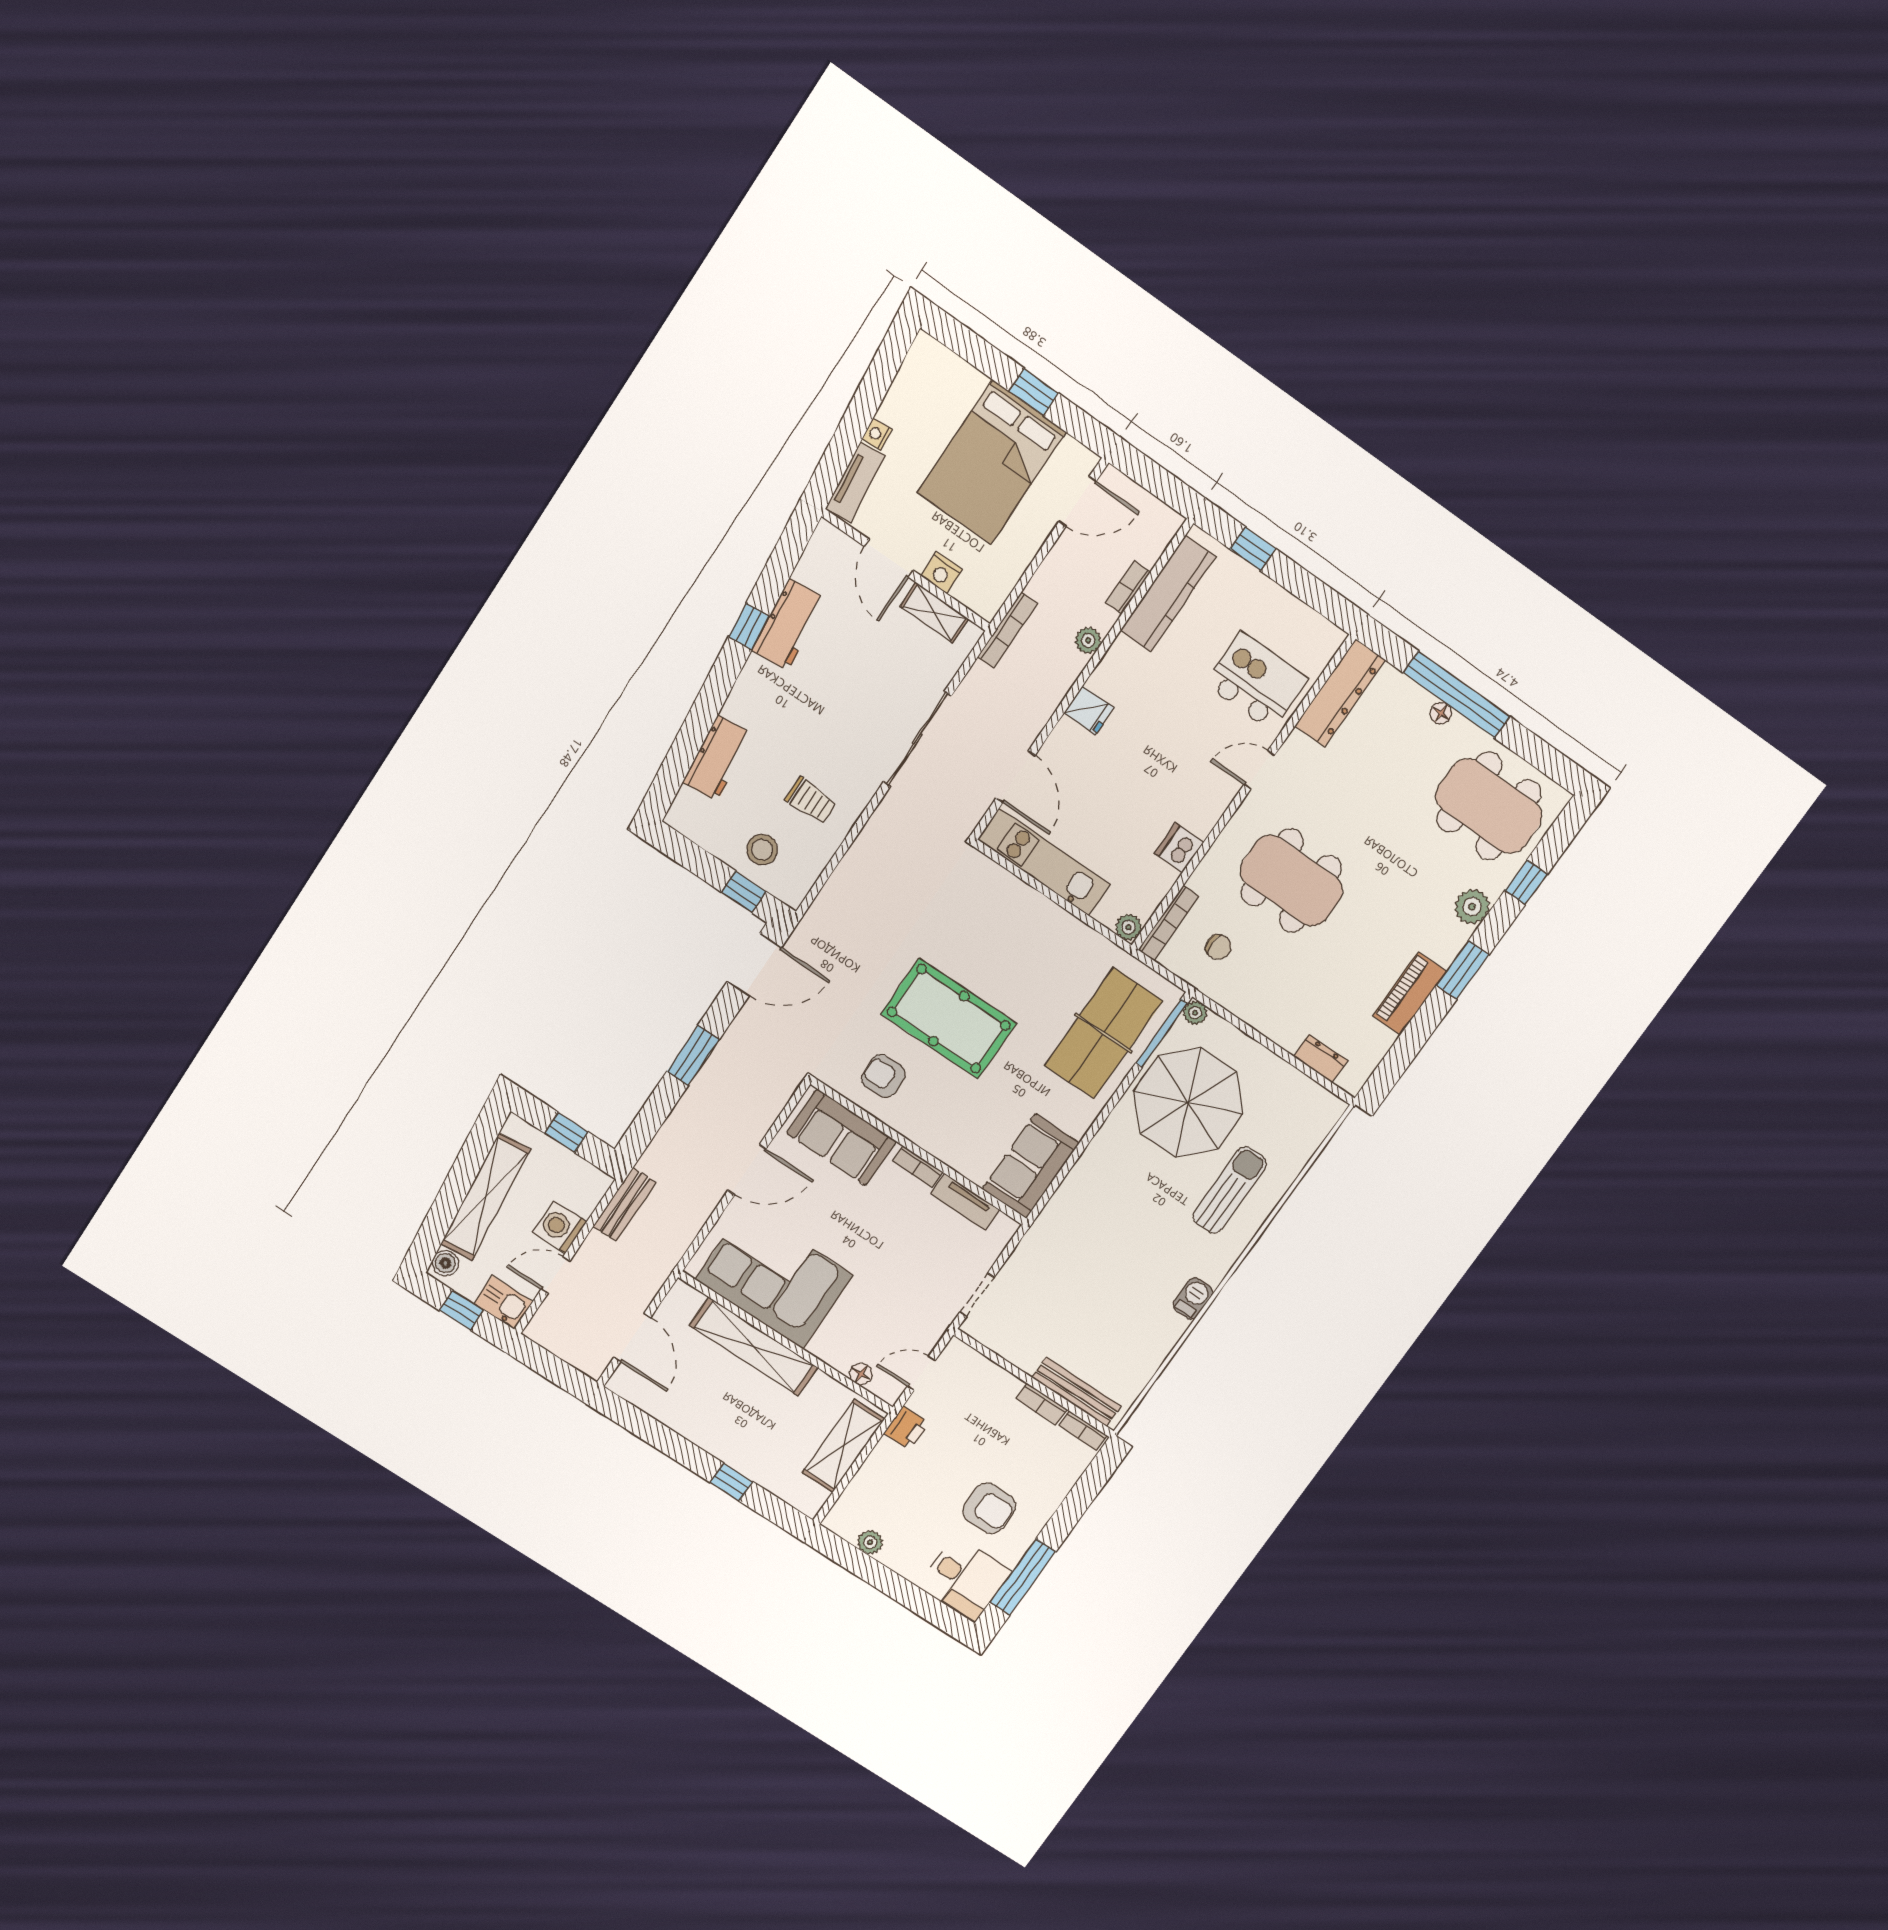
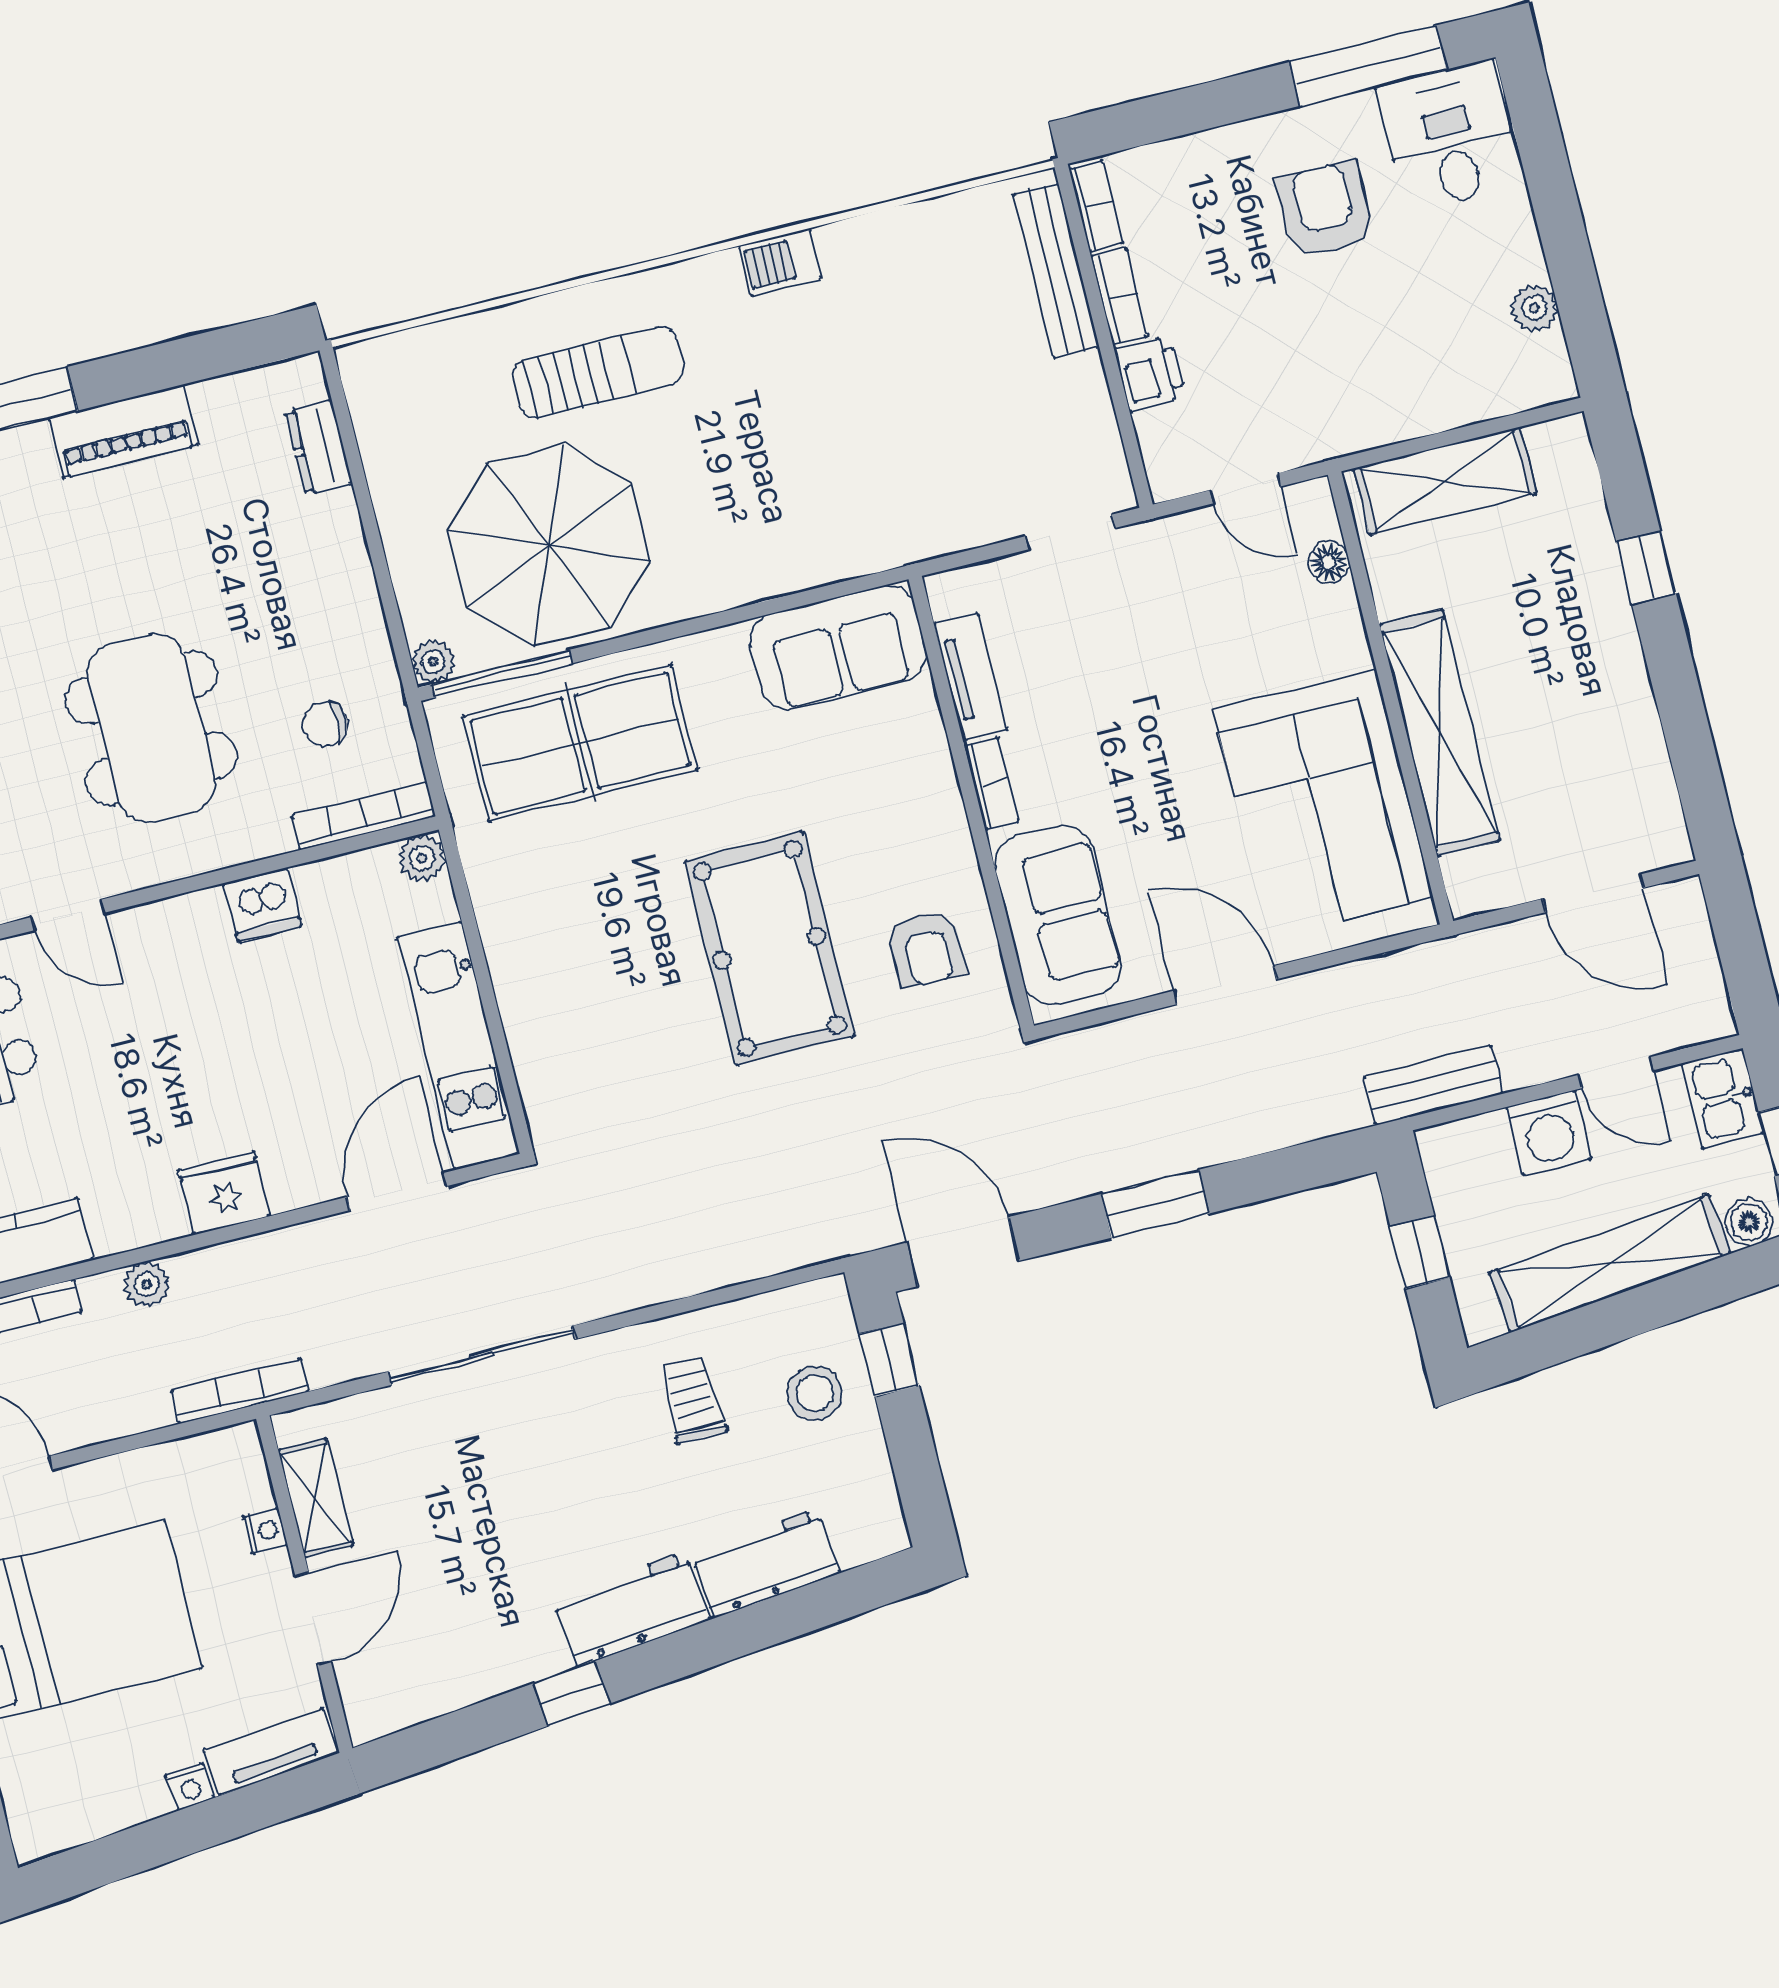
nightstand: (942, 573) -> (265, 1531), width x0.72, depth x0.74
workbench: (789, 625) -> (631, 1609), moved
fridge: (1089, 710) -> (224, 1193), width x1.38
chair: (1218, 947) -> (325, 724), turned -90
sun lounger: (1230, 1190) -> (598, 372), turned 180
door: (632, 1338) -> (1593, 893), swing flipped
printer: (906, 1428) -> (1150, 374), moved, turned 90

